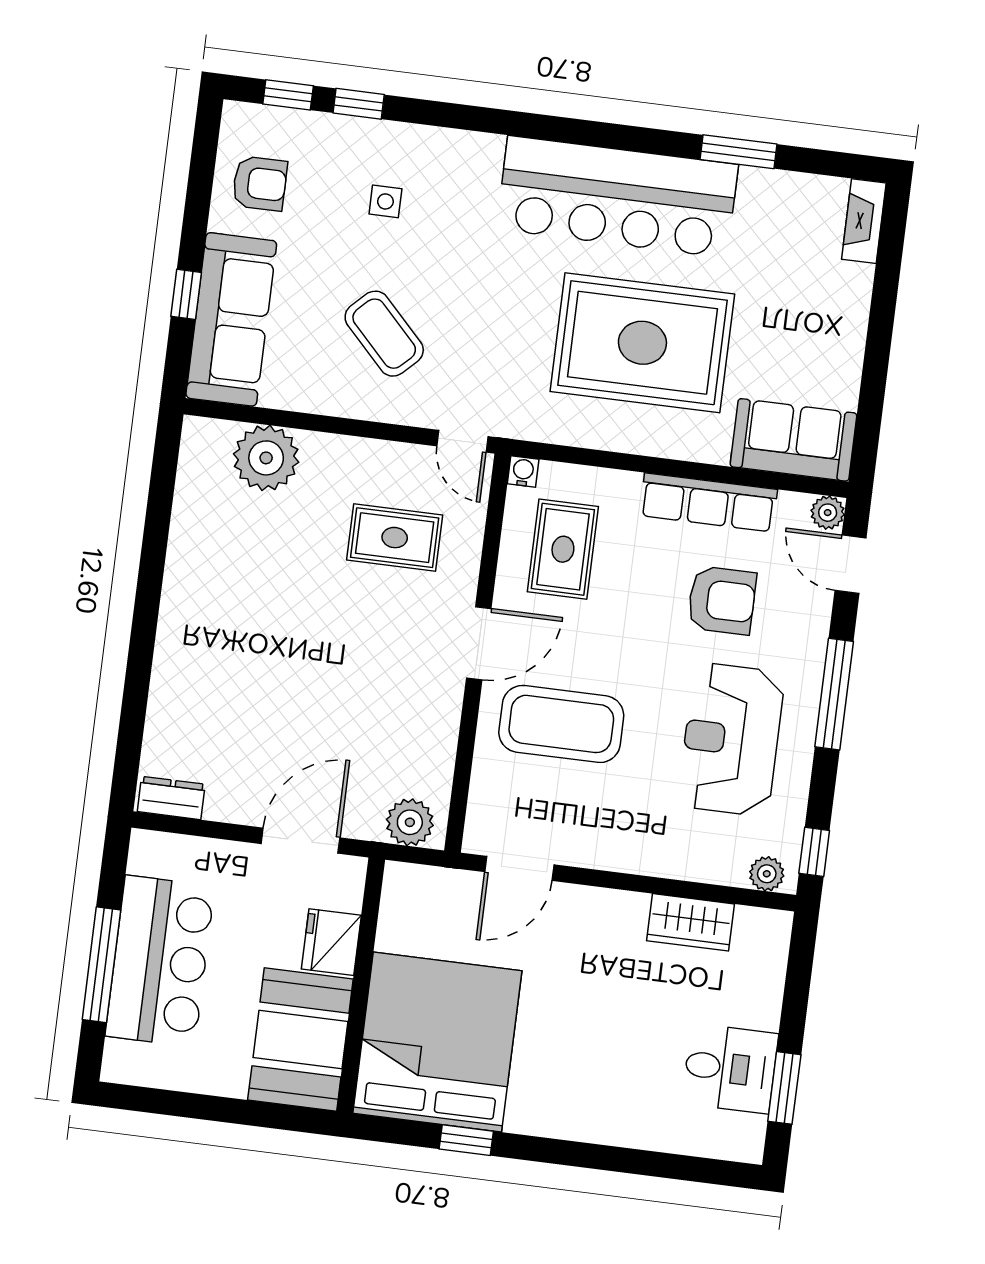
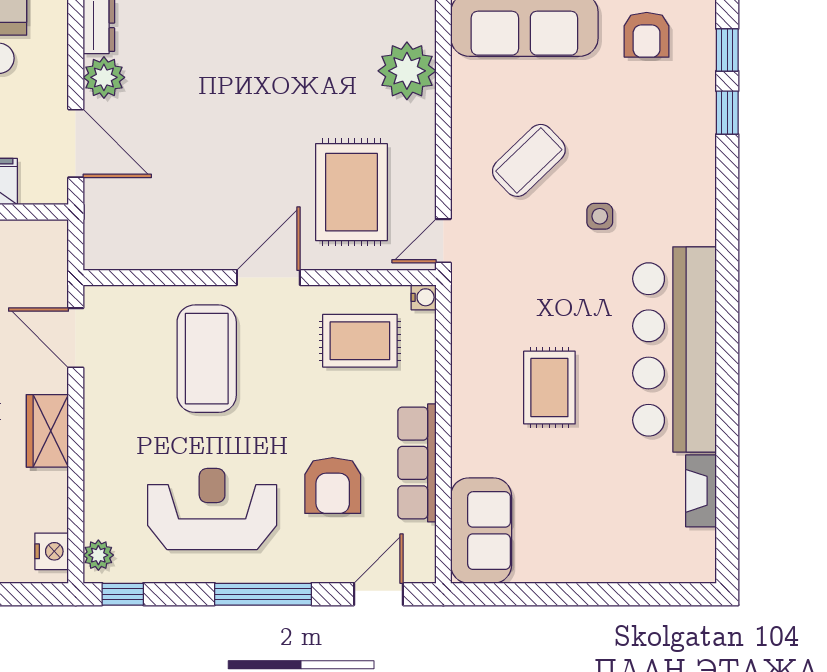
window: (738, 152) -> (727, 451), removed
side table: (385, 201) -> (600, 216), moved
fireplace: (864, 221) -> (701, 491), moved, turned -90
rug: (642, 343) -> (549, 388), width x0.54, depth x0.49
plant: (828, 513) -> (421, 568), removed
rug: (395, 538) -> (351, 192), width x1.36, depth x1.43
door: (479, 643) -> (268, 278), swing flipped
plant: (410, 822) -> (104, 77), moved
wardrobe: (691, 922) -> (47, 431), moved
nightstand: (756, 926) -> (52, 551), added

